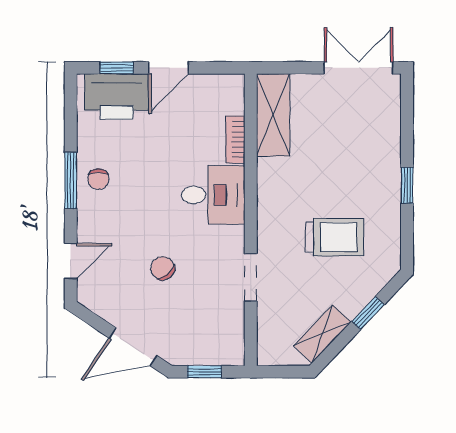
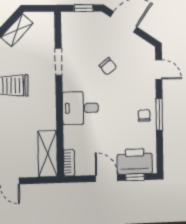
door: (169, 68) -> (106, 178), hinge flipped
bookcase: (235, 140) -> (69, 163), moved
door: (71, 261) -> (159, 69), swing flipped

